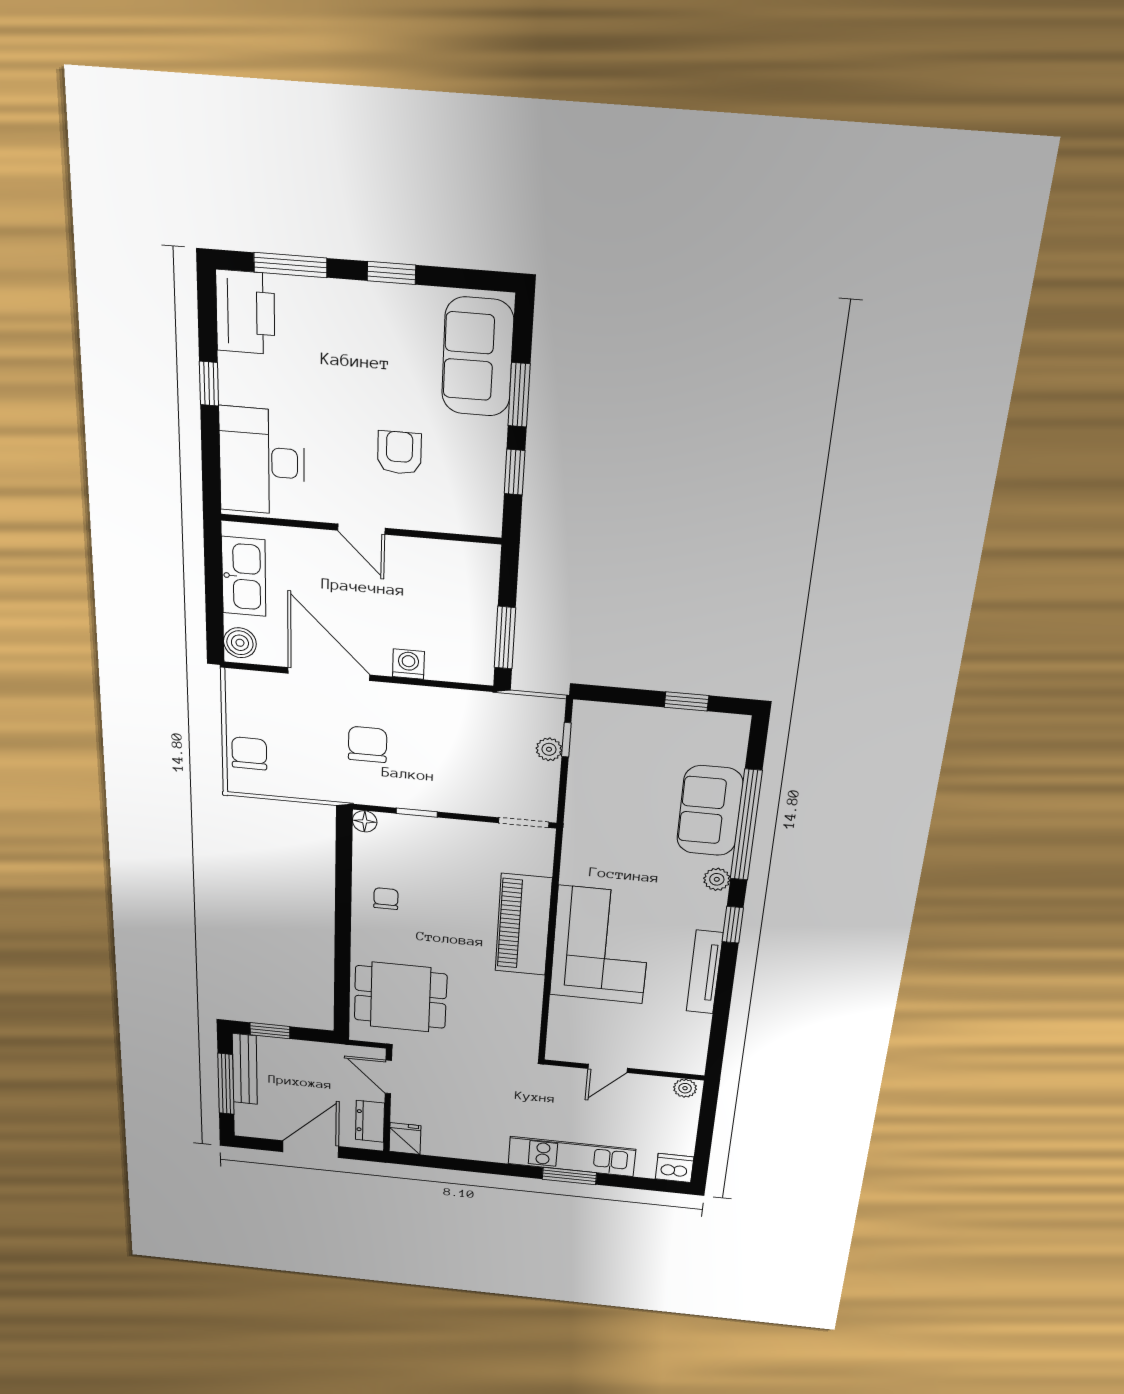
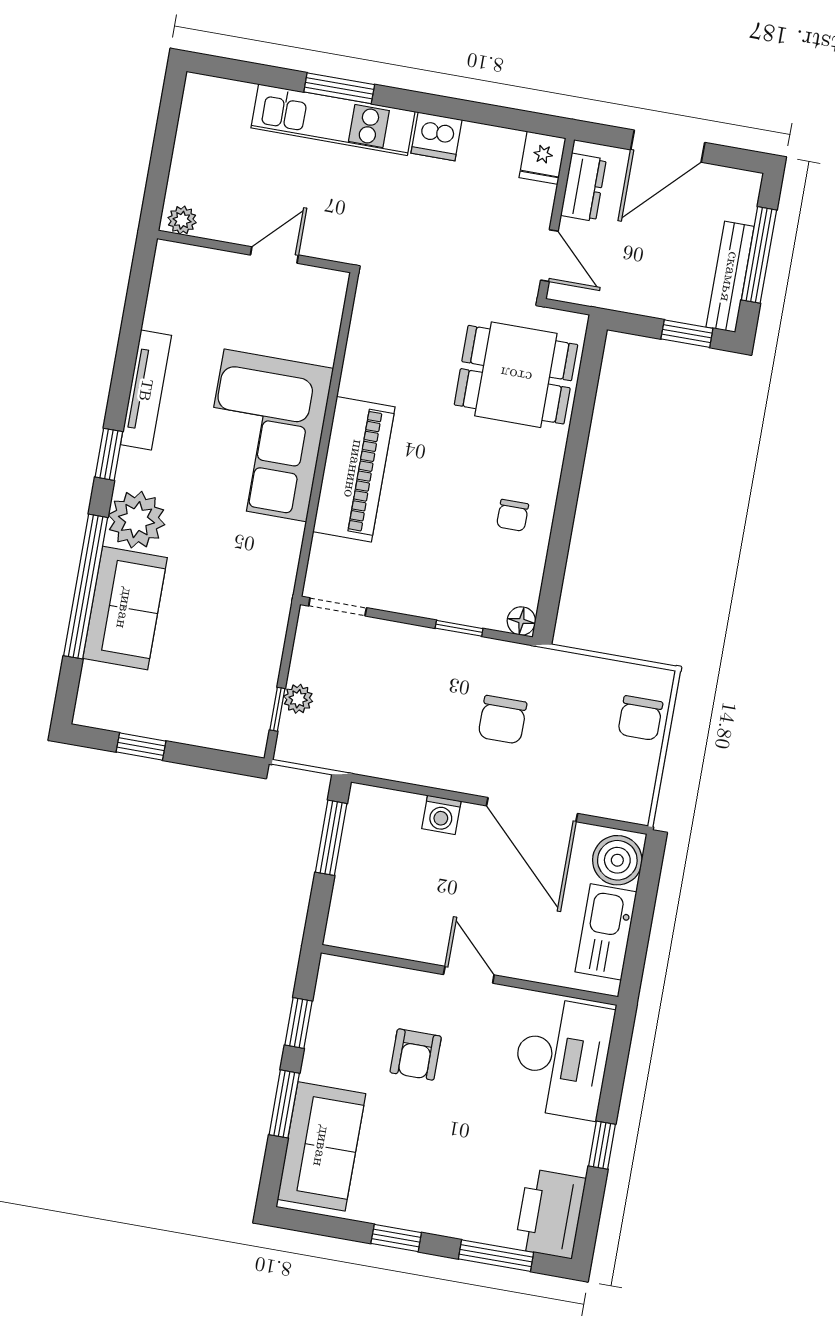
boiler: (240, 643) -> (617, 860), width x1.36, depth x1.36
plant: (717, 879) -> (137, 520), width x1.88, depth x1.88
dishwasher: (675, 1168) -> (437, 136), moved

